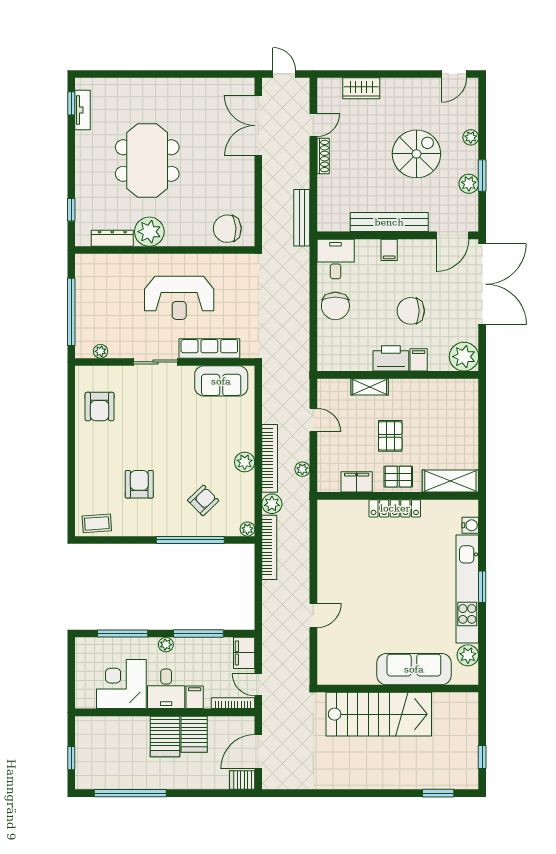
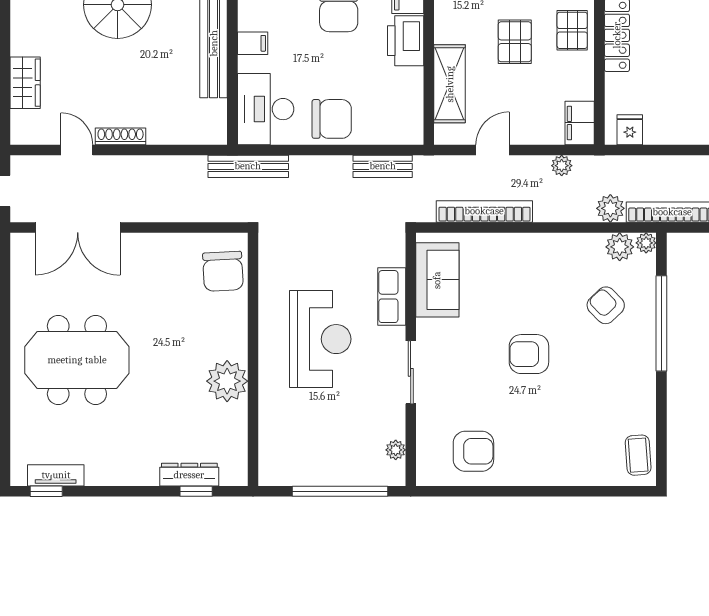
meeting table: (147, 161) -> (77, 360), moved
bench: (302, 218) -> (248, 166), moved
dresser: (112, 238) -> (189, 475), moved, turned 90
desk: (336, 259) -> (266, 109), width x1.37
bench: (302, 342) -> (383, 166), added
row of seats: (209, 349) -> (392, 297), width x0.68
shelving: (370, 387) -> (450, 84), width x1.50, depth x1.33
pallet: (390, 436) -> (515, 42), turned 90
bookcase: (270, 458) -> (484, 211), moved
plant: (245, 462) -> (620, 247), moved
filing cabinet: (357, 482) -> (580, 123), moved
armchair: (139, 484) -> (529, 354), moved
fridge: (328, 518) -> (630, 130), added

